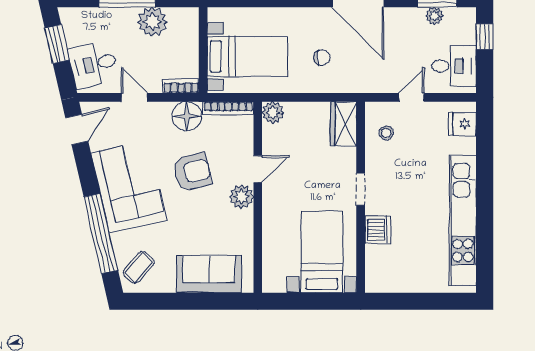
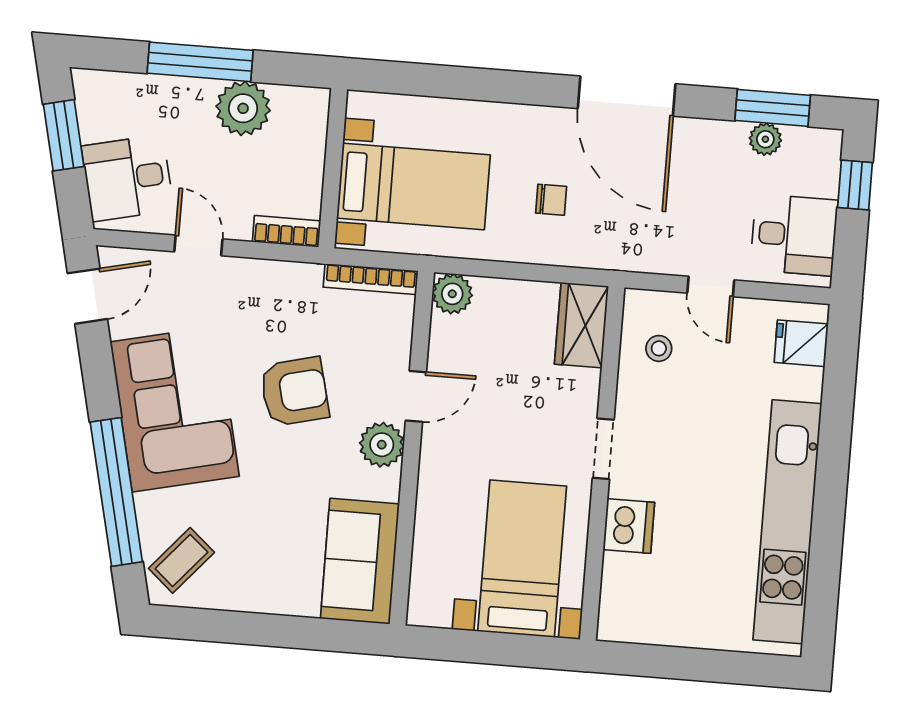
door: (411, 97) -> (711, 287), swing flipped
floor lamp: (187, 116) -> (293, 288), removed
sofa: (209, 274) -> (360, 561), moved, turned -90

